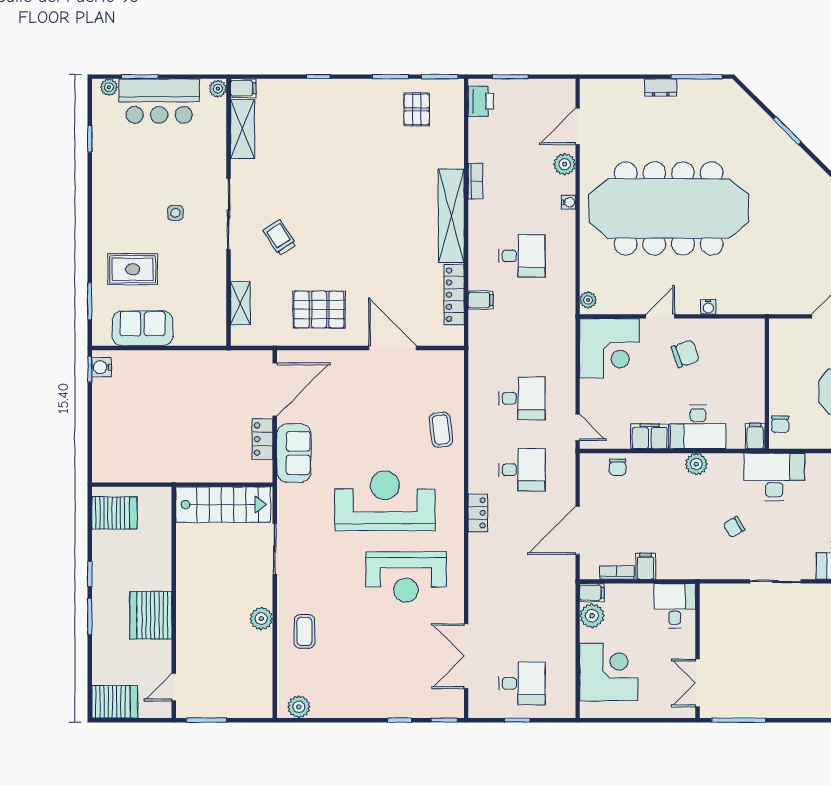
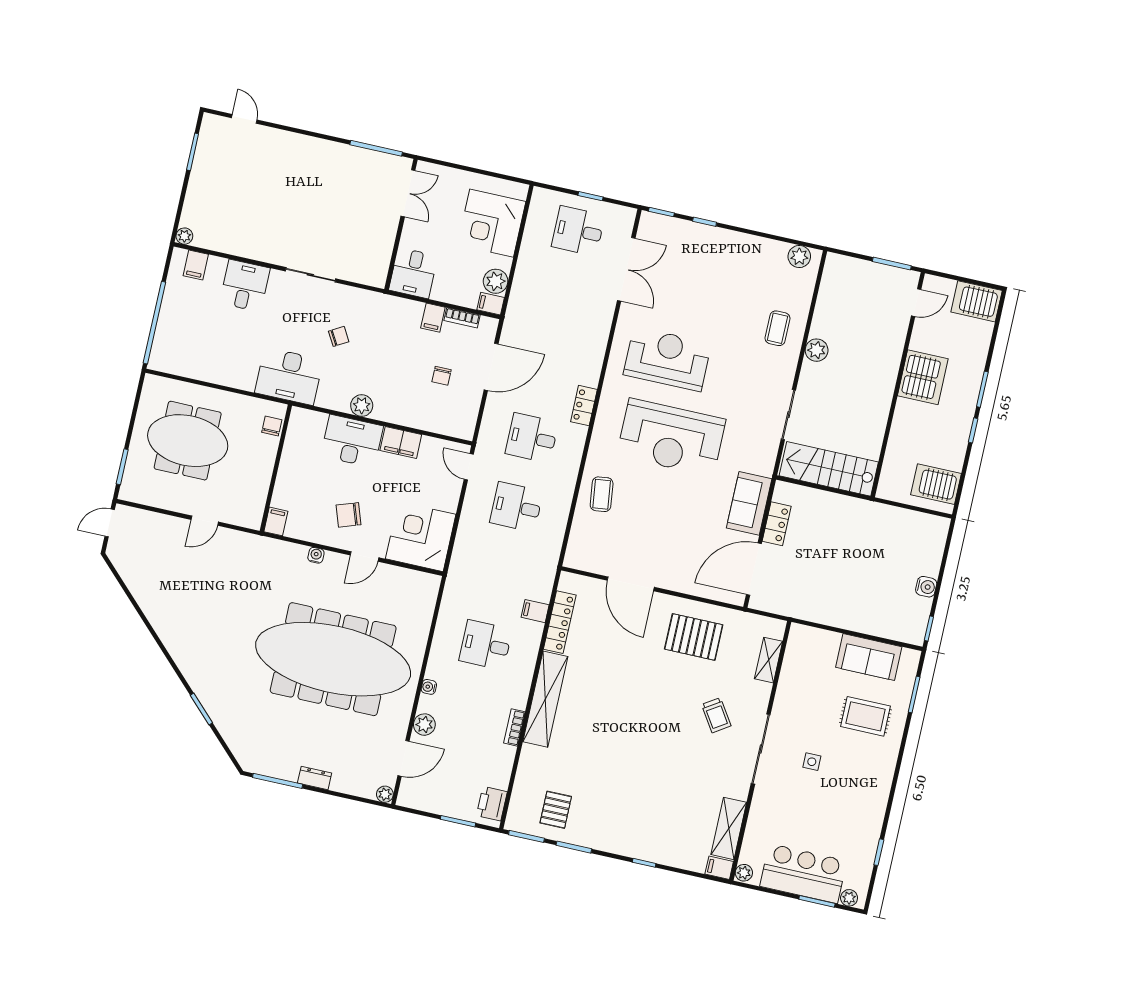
plant: (588, 300) -> (385, 794), moved
water cooler: (102, 367) -> (926, 587), moved
filing cabinet: (755, 436) -> (276, 521), moved, turned 180
chair: (618, 467) -> (442, 376), moved, turned 180

